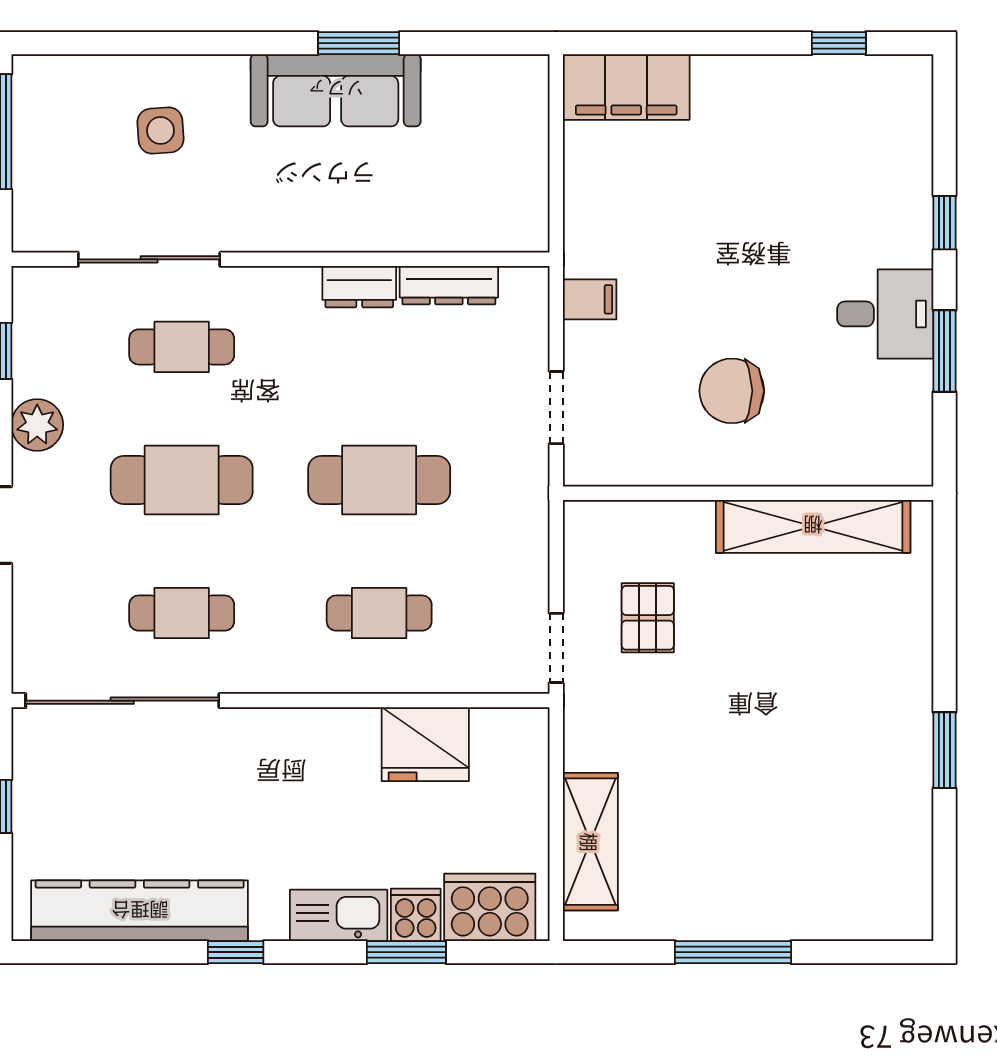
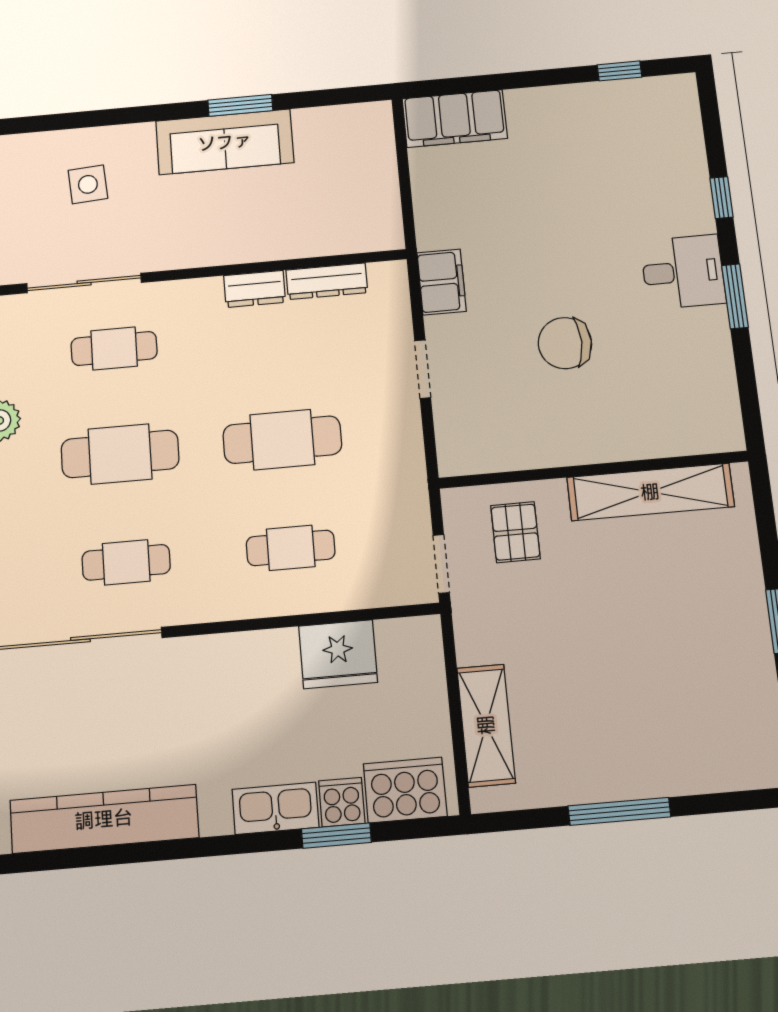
filing cabinet: (590, 299) -> (442, 282), width x2.00
wall: (748, 493) -> (593, 470), moved
shelving: (813, 526) -> (650, 492), moved
window: (236, 952) -> (189, 848), removed

